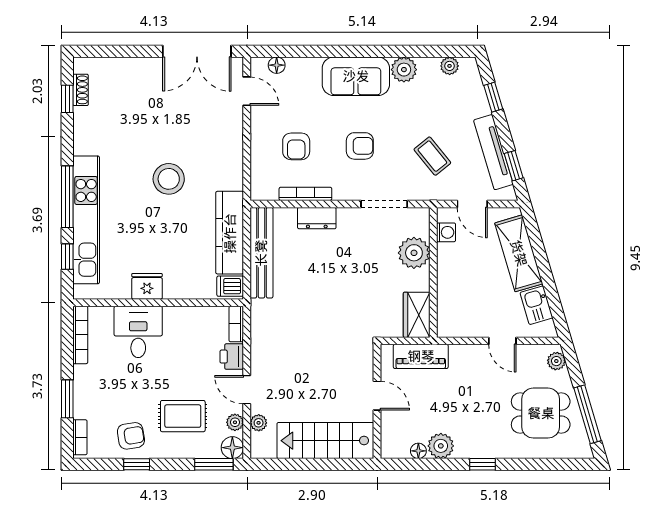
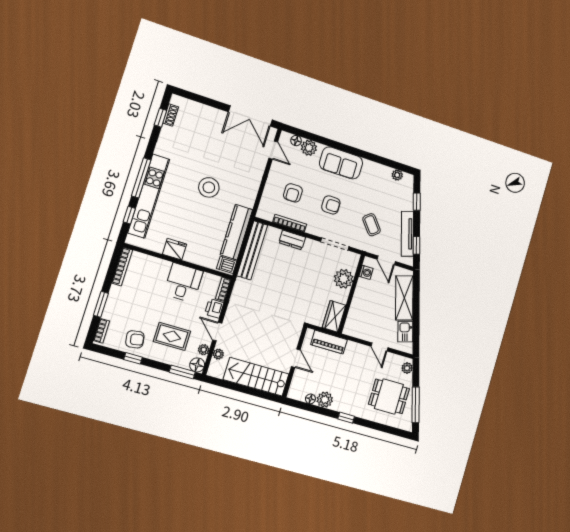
plant: (404, 70) -> (309, 148), moved
desk: (138, 332) -> (183, 283), moved

